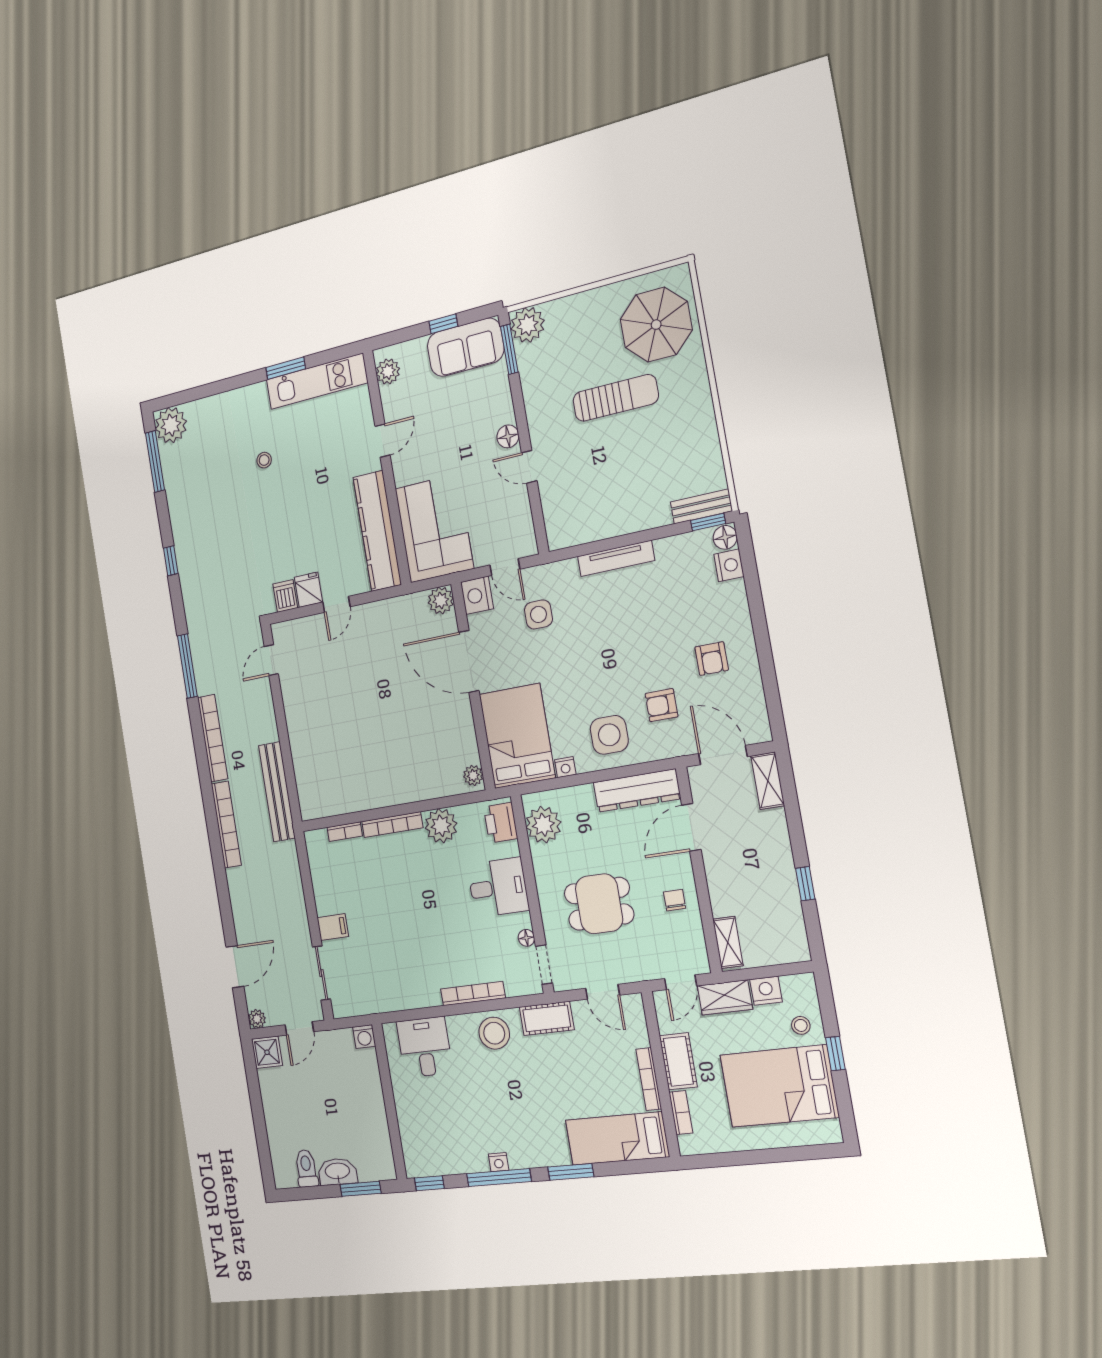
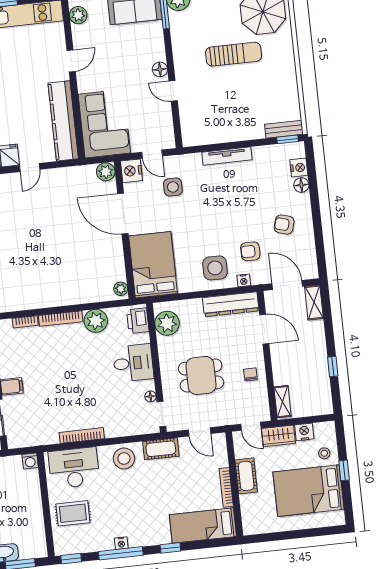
floor lamp: (725, 537) -> (301, 185), moved
armchair: (712, 659) -> (284, 225), turned 106
nightstand: (565, 767) -> (244, 280), moved
door: (691, 827) -> (264, 329), swing flipped
door: (681, 982) -> (251, 426), hinge flipped
bookcase: (473, 994) -> (82, 436), moved
desk: (425, 1047) -> (74, 468), width x1.37
bookcase: (681, 1112) -> (246, 508), removed
rug: (428, 1115) -> (73, 513), added
window: (571, 1172) -> (170, 548), width x0.67

